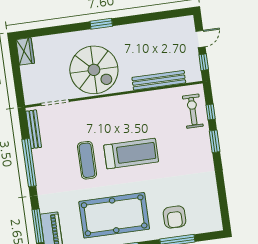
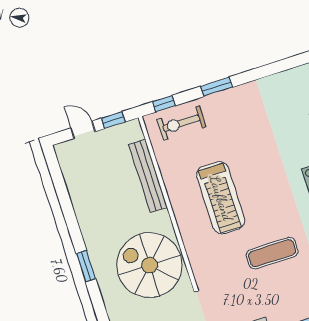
spiral stairs: (94, 70) -> (149, 265), turned -90
window: (211, 112) -> (164, 104), moved
treadmill: (131, 154) -> (221, 198), moved, turned 180

